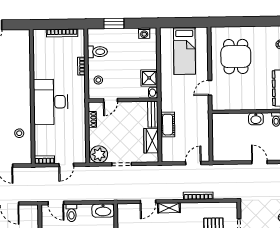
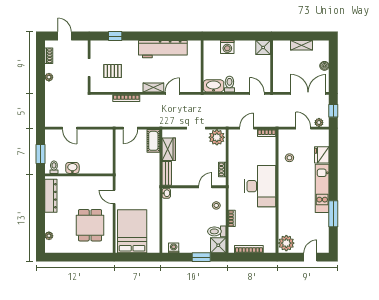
plant: (21, 40) -> (286, 243), added
bed: (184, 51) -> (132, 231), width x1.50
shower: (149, 78) -> (218, 245), moved
door: (210, 88) -> (114, 197), swing flipped
cot: (168, 125) -> (153, 141), moved
toilet: (71, 213) -> (229, 84), moved

